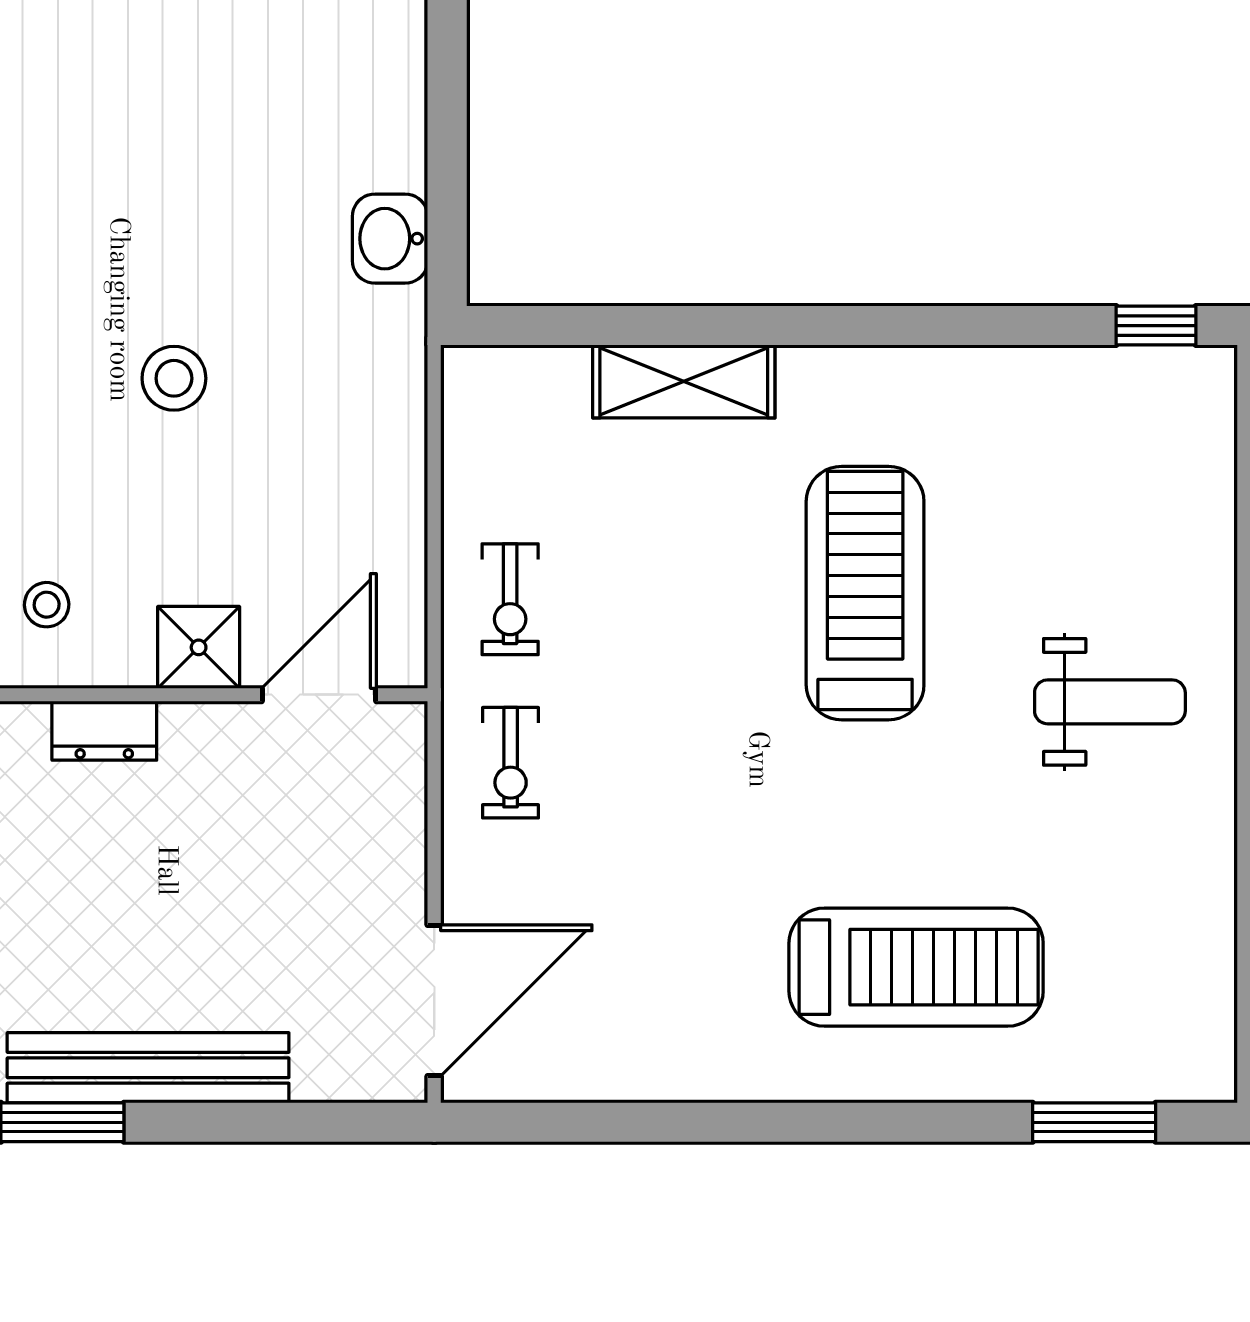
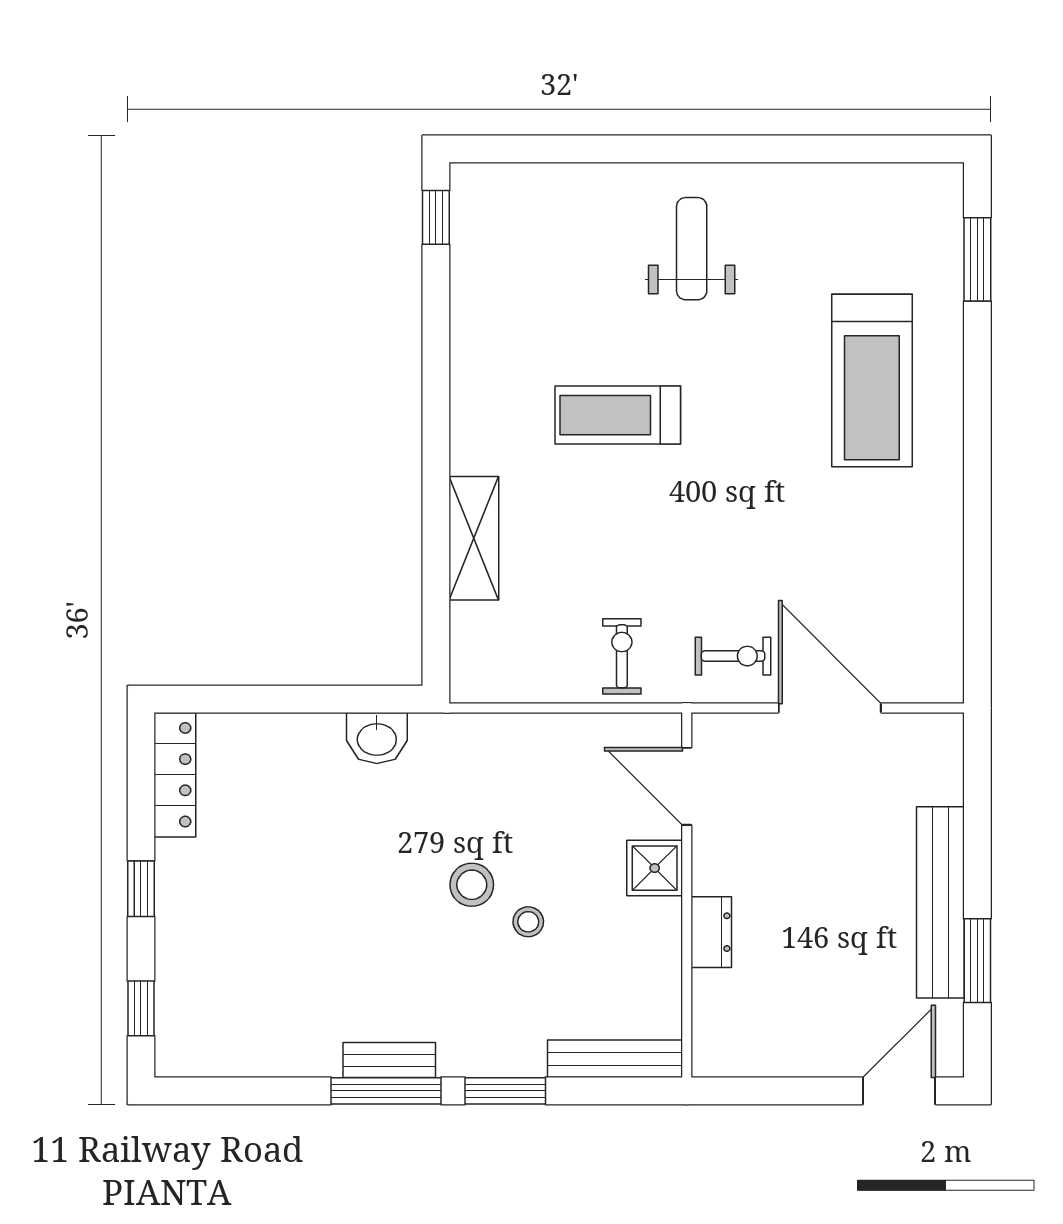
treadmill: (865, 593) -> (618, 415), width x0.73, depth x0.73
exercise bike: (510, 599) -> (622, 656), turned -90
stool: (47, 605) -> (528, 922), moved
treadmill: (916, 967) -> (872, 380), turned 180
door: (434, 1000) -> (830, 708), moved

